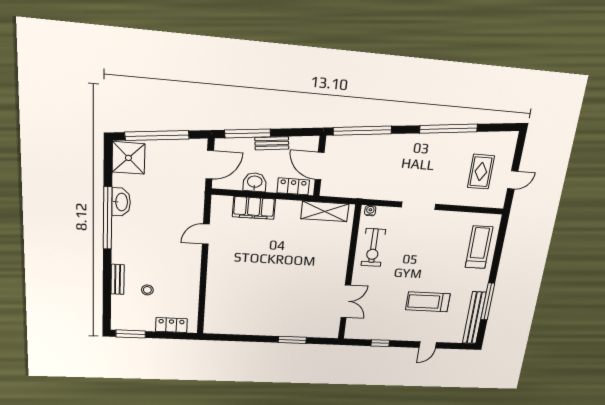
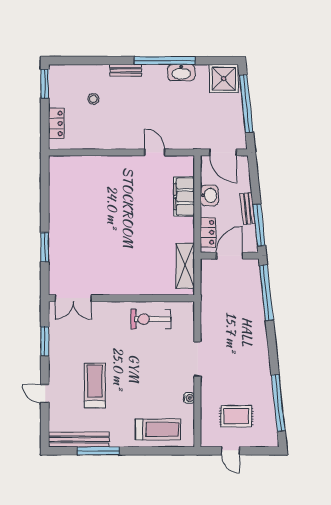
window: (449, 129) -> (278, 403), moved
window: (248, 133) -> (259, 225), moved
water cooler: (370, 211) -> (189, 398), moved
bench: (118, 279) -> (126, 70), moved
double door: (346, 301) -> (73, 298), moved
window: (380, 343) -> (45, 341), width x1.50

